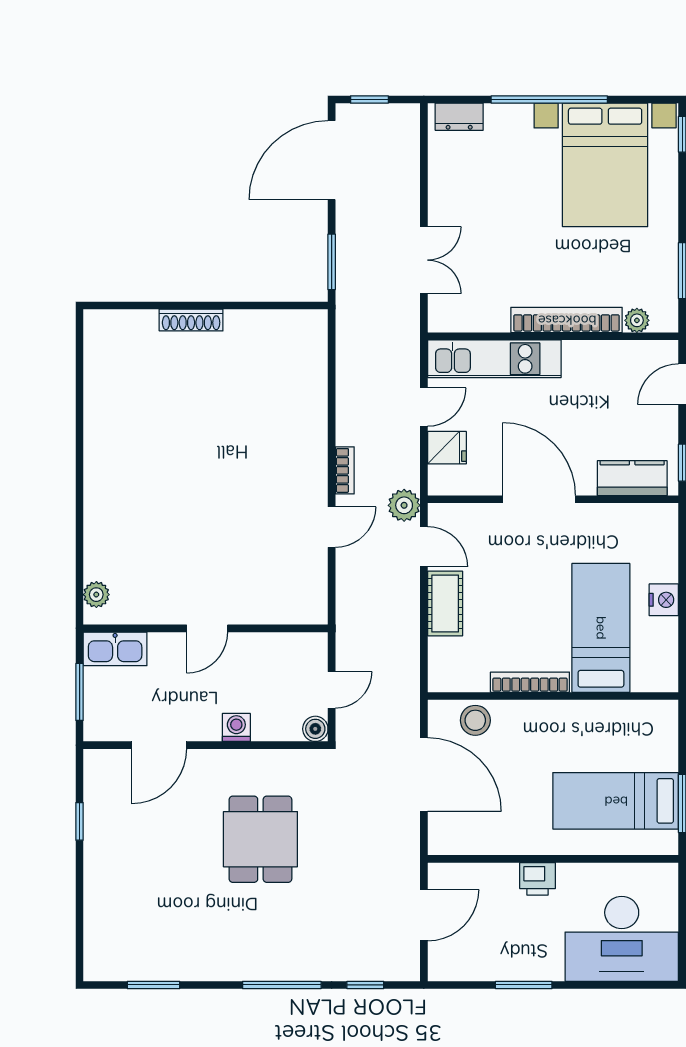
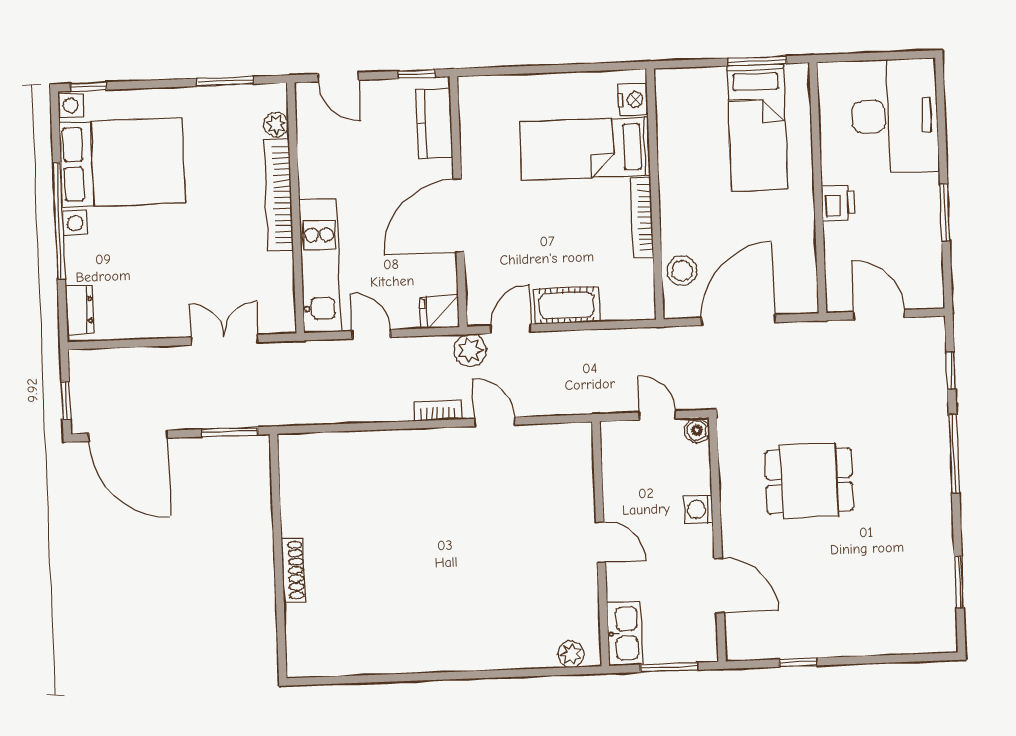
fridge: (447, 448) -> (439, 312), moved, turned -90
nightstand: (664, 600) -> (633, 100), moved, turned 90

